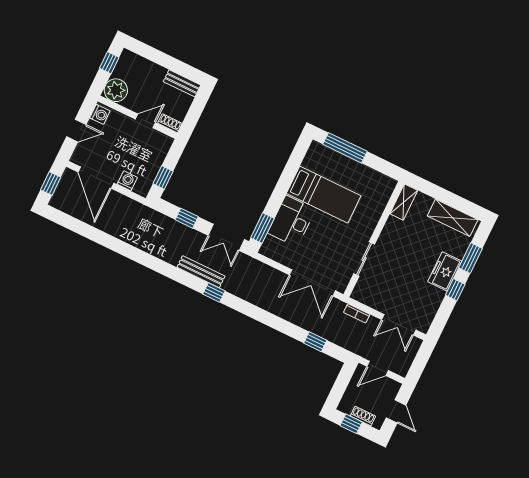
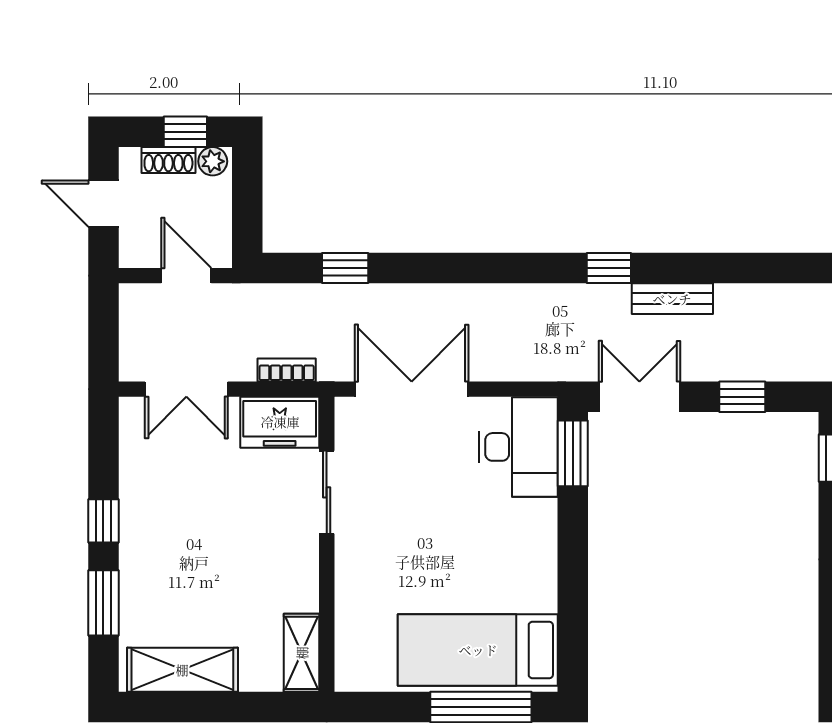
bed: (324, 195) -> (478, 650), moved
desk: (292, 221) -> (518, 447), moved
freezer: (445, 271) -> (280, 422), moved, turned 90
bench: (201, 272) -> (672, 299), width x0.73
double door: (399, 325) -> (186, 389), swing flipped
door: (378, 368) -> (186, 276), hinge flipped
plant: (346, 407) -> (213, 161), added

